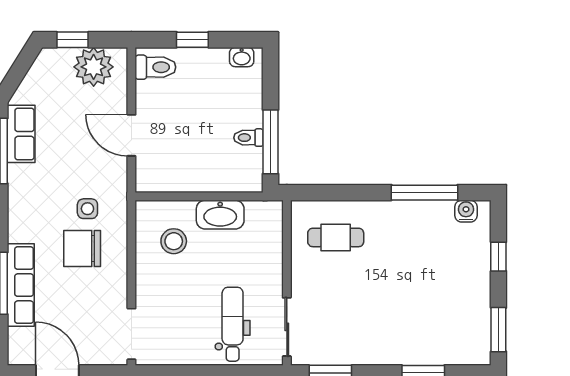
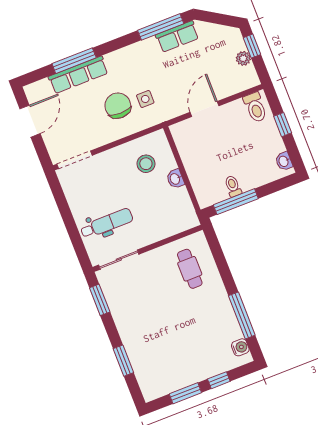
plant: (94, 67) -> (243, 58), width x0.53, depth x0.53
washbasin: (220, 215) -> (175, 179), width x0.52, depth x0.69
window: (498, 330) -> (185, 393), moved

